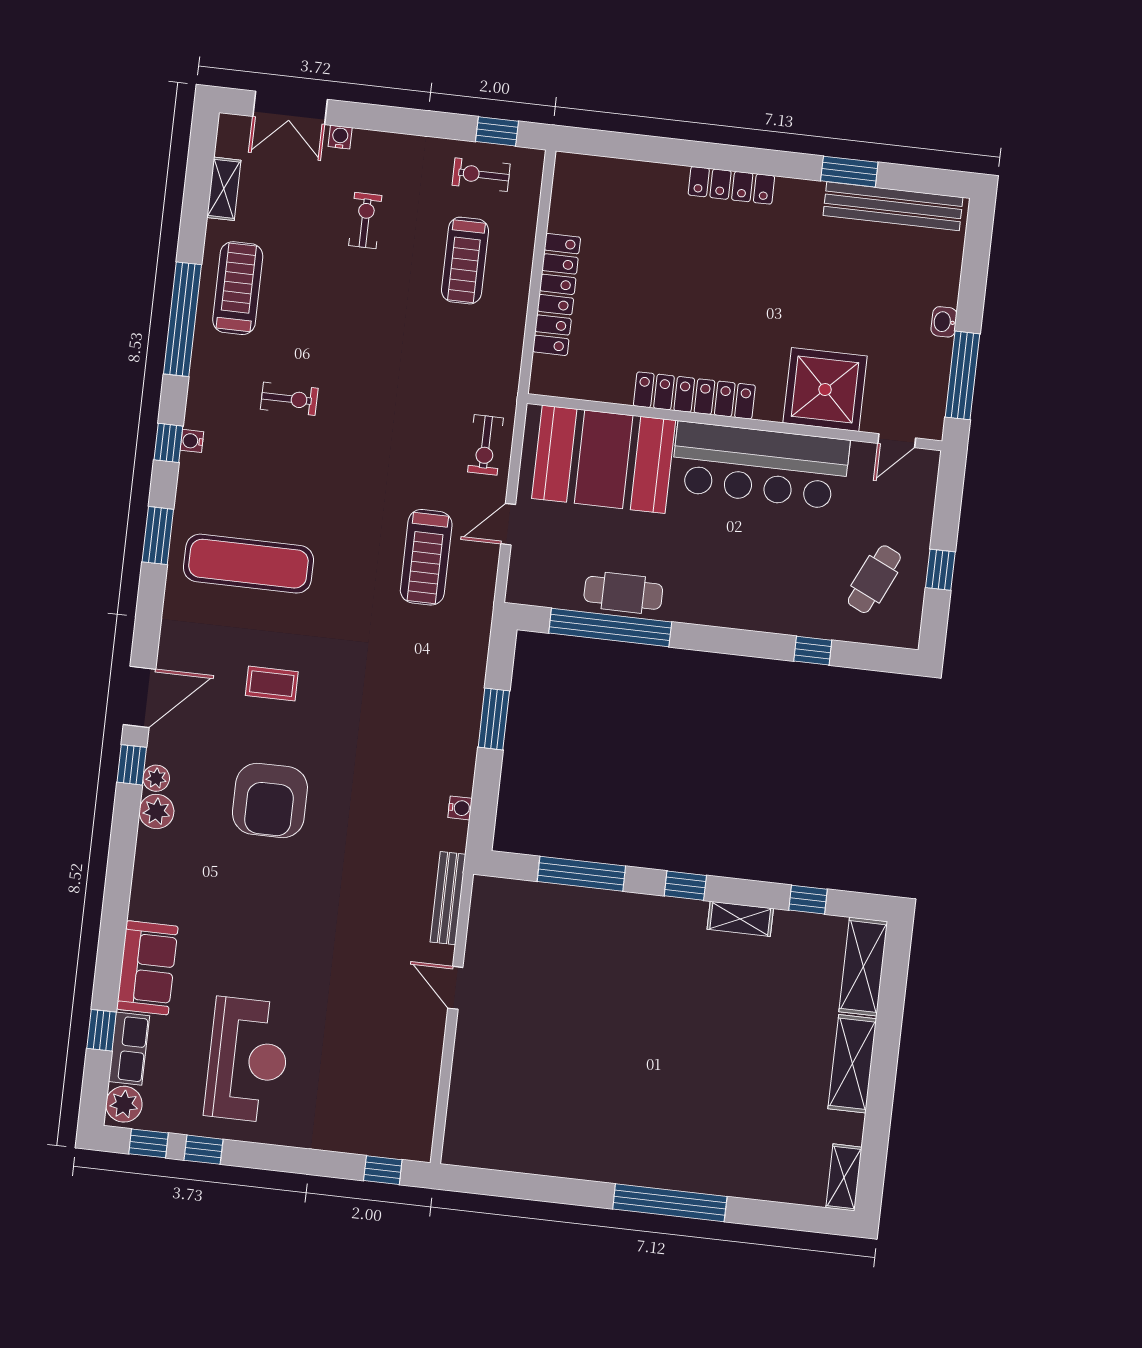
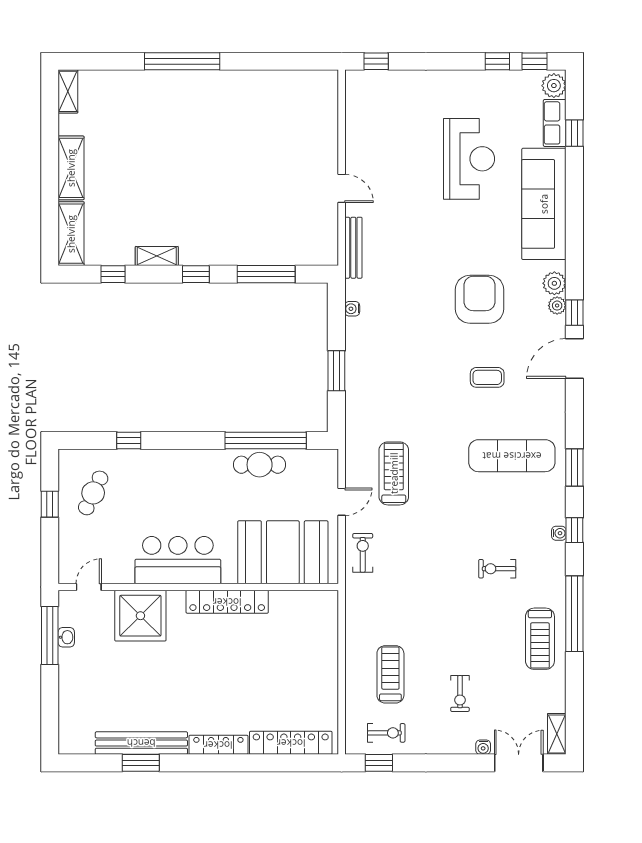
shelving: (224, 189) -> (557, 734), moved
bench: (893, 206) -> (141, 743), moved
locker: (557, 294) -> (291, 743), moved, turned 90
washbasin: (944, 322) -> (66, 637), moved
bar counter: (760, 465) -> (178, 560), width x0.73
sofa: (147, 968) -> (544, 204), width x1.85, depth x1.27
reception desk: (248, 1060) -> (469, 159), moved, turned 180

